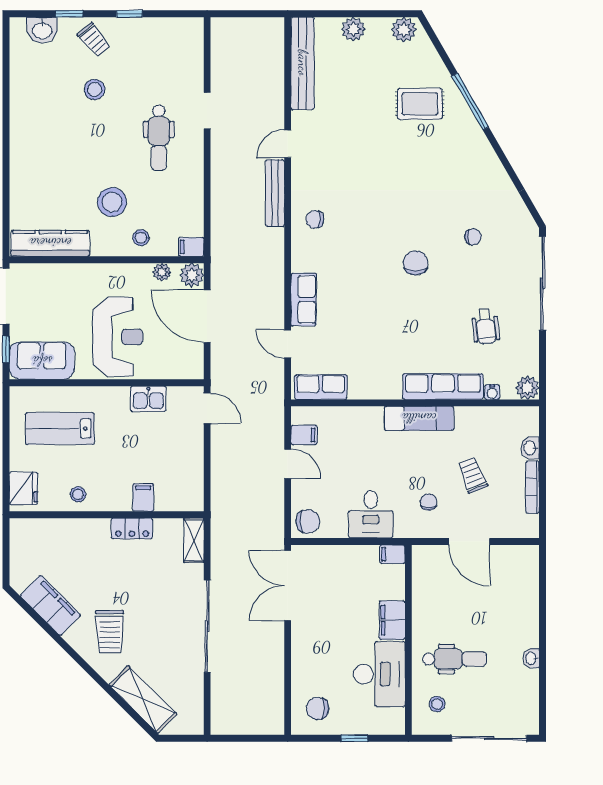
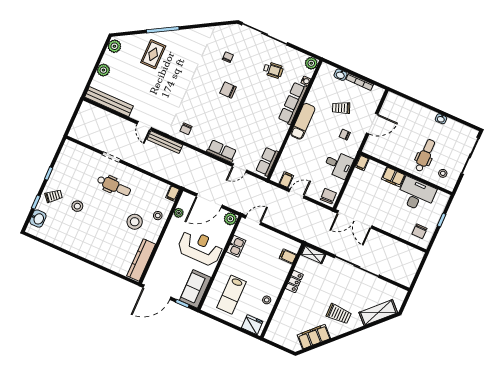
plant: (192, 275) -> (230, 219), moved
filing cabinet: (143, 497) -> (288, 256), moved

